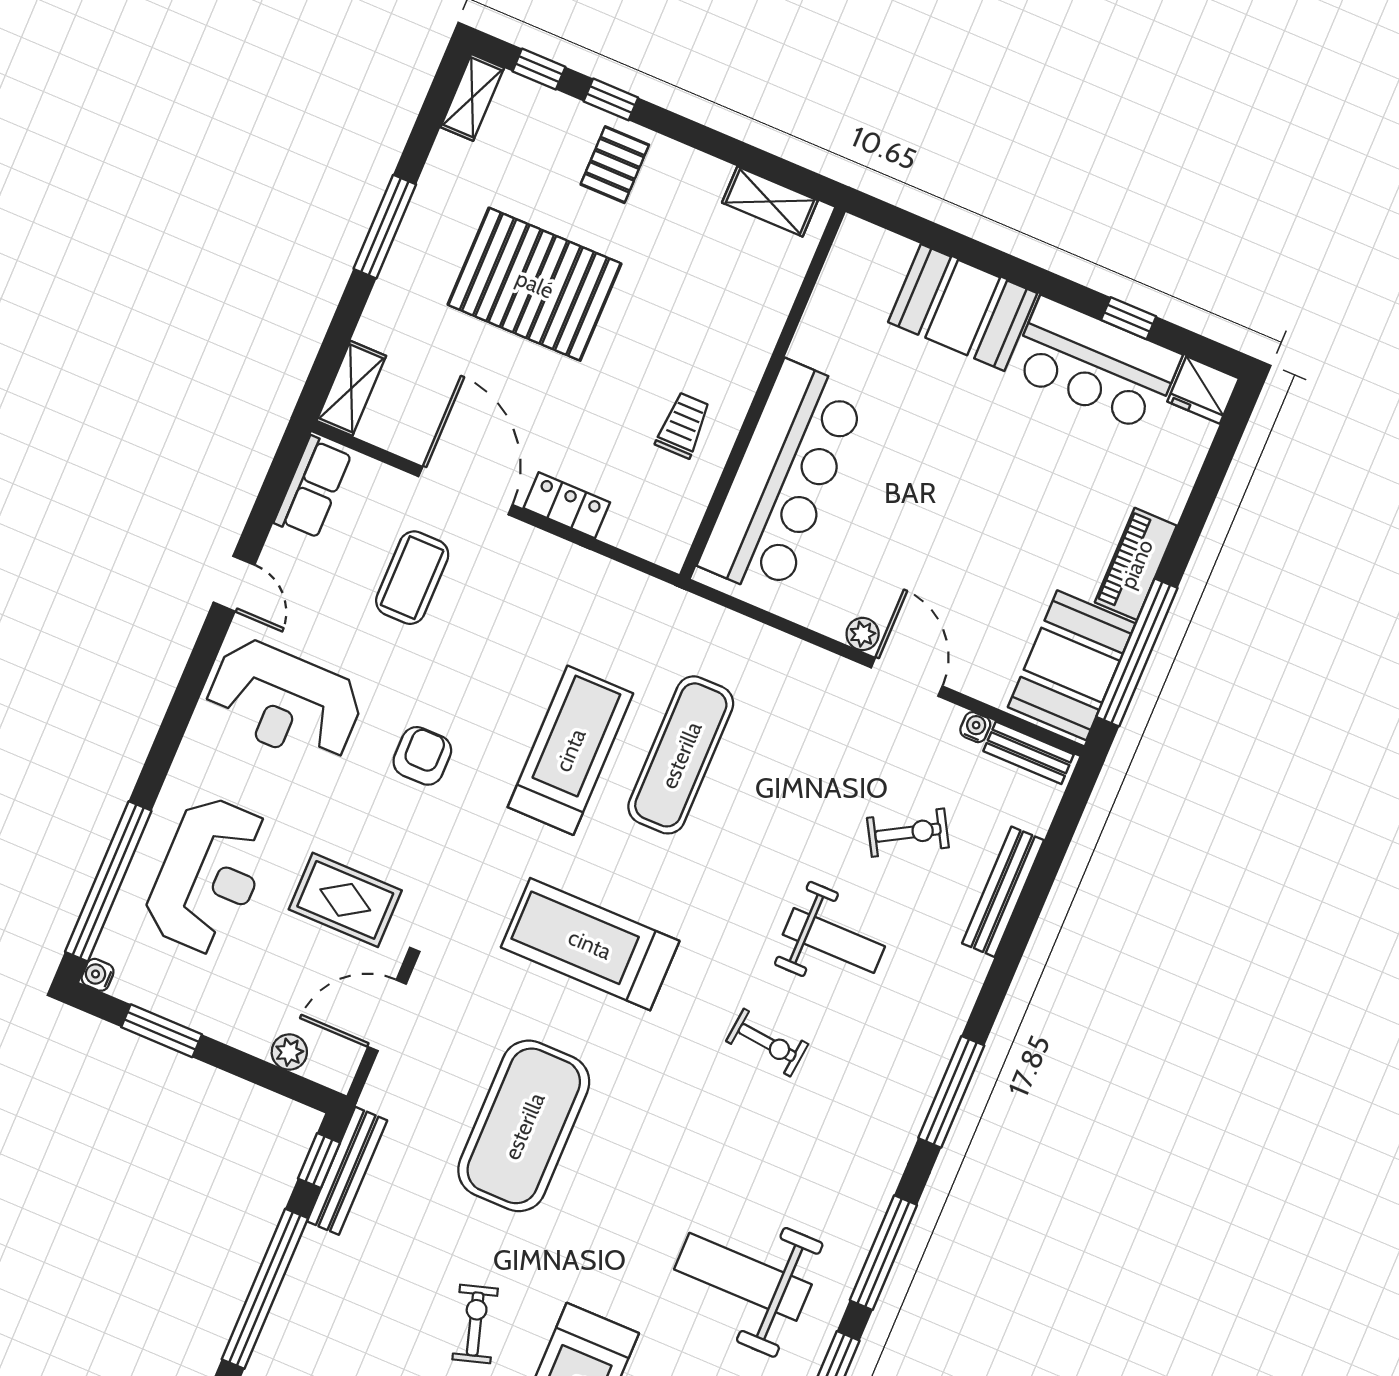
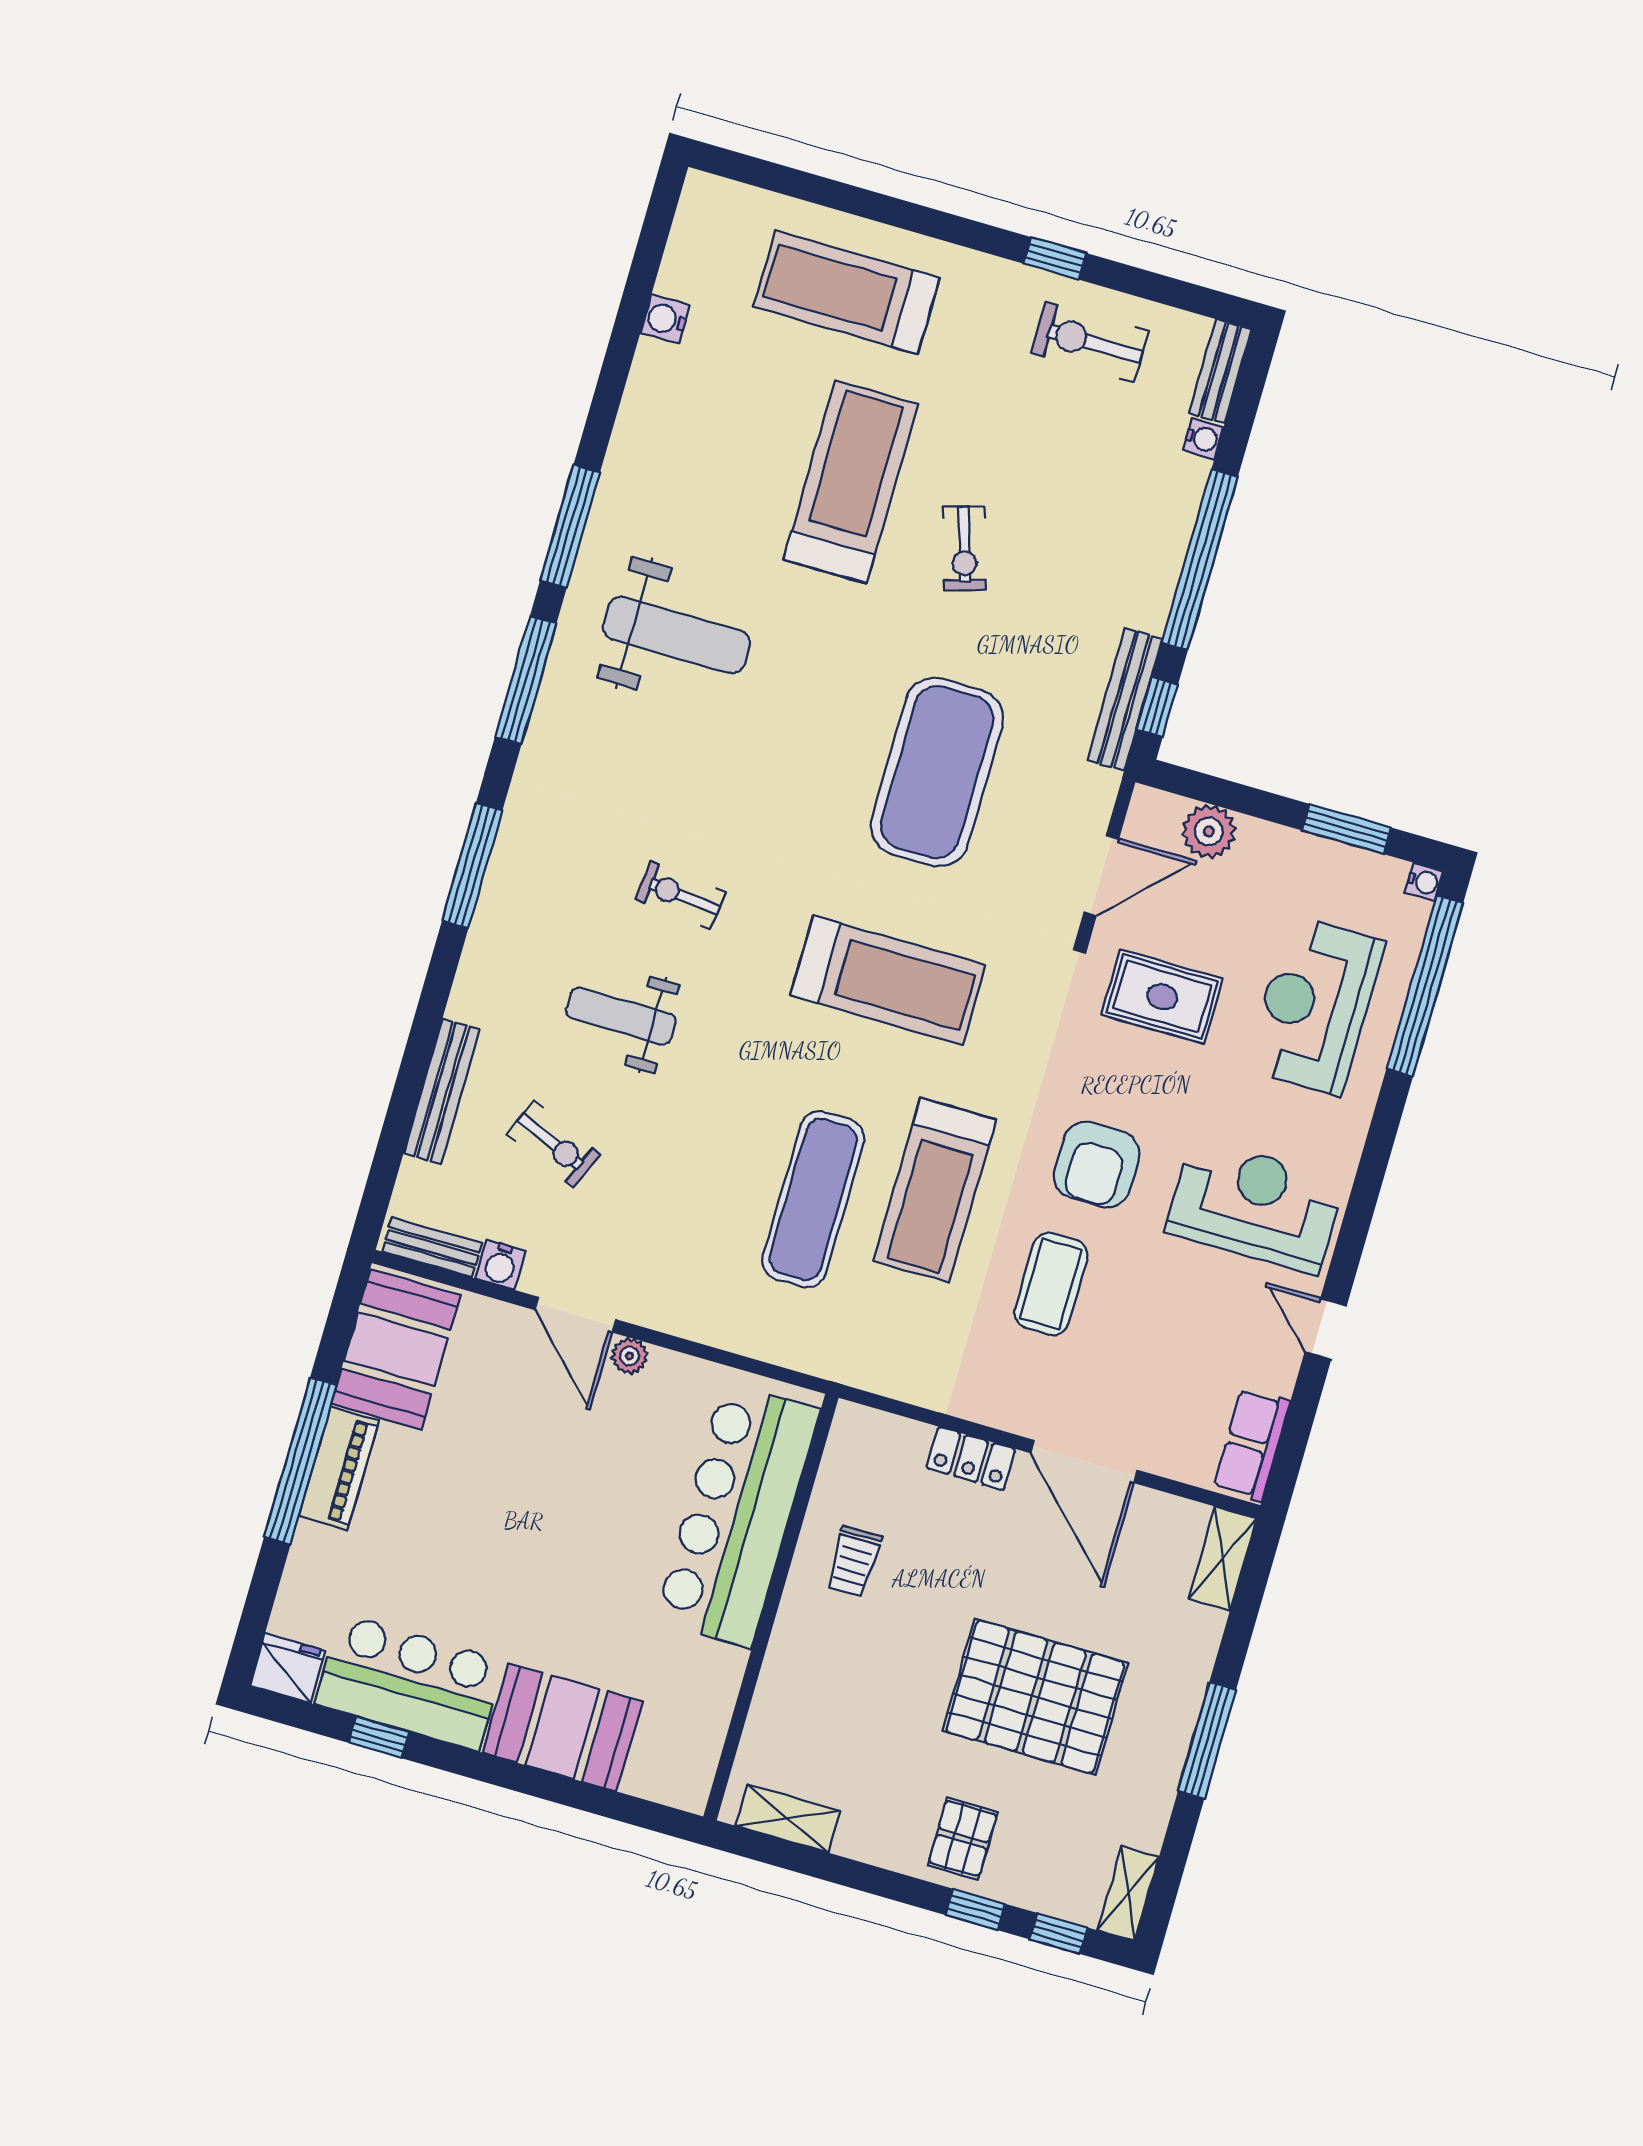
coffee table: (412, 578) -> (1051, 1284), moved
window: (1137, 652) -> (300, 1461), moved
water cooler: (975, 727) -> (501, 1265), width x1.38, depth x1.38
armchair: (422, 756) -> (1097, 1165), width x1.38, depth x1.38
exercise bike: (908, 833) -> (554, 1144), turned -127
plant: (289, 1052) -> (1209, 831), width x1.38, depth x1.38

